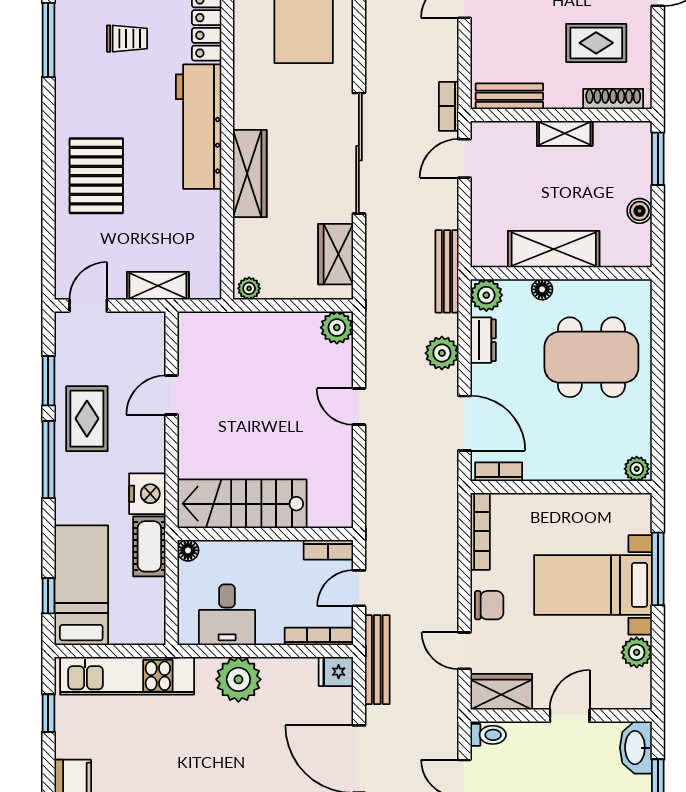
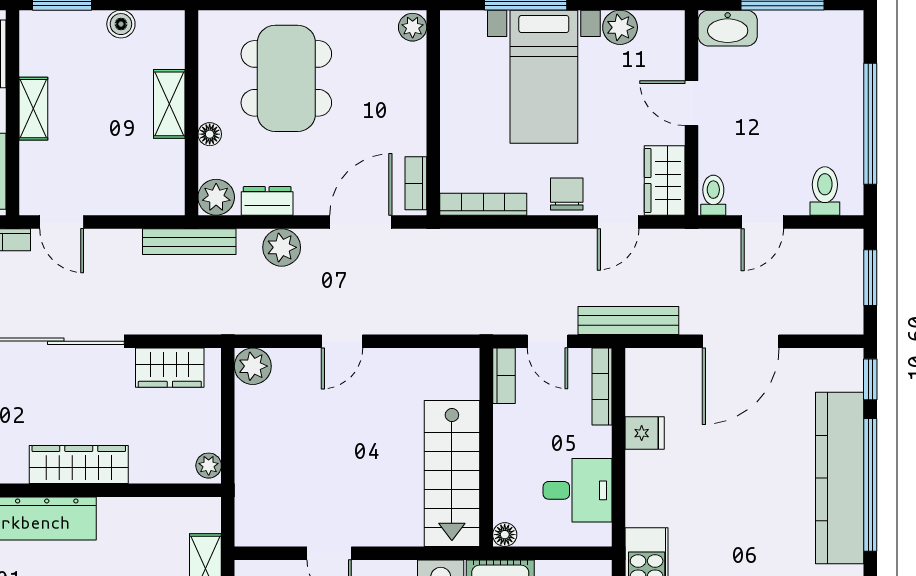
shelving: (554, 249) -> (169, 104), width x0.67, depth x0.75
fridge: (336, 672) -> (645, 433), moved, turned -90
plant: (238, 679) -> (651, 477), removed

